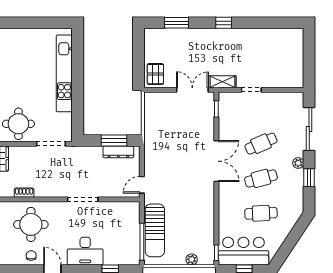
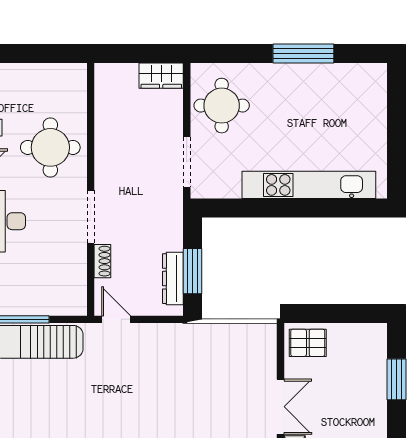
shoe rack: (24, 193) -> (102, 261), moved
round table: (31, 224) -> (50, 147), moved

